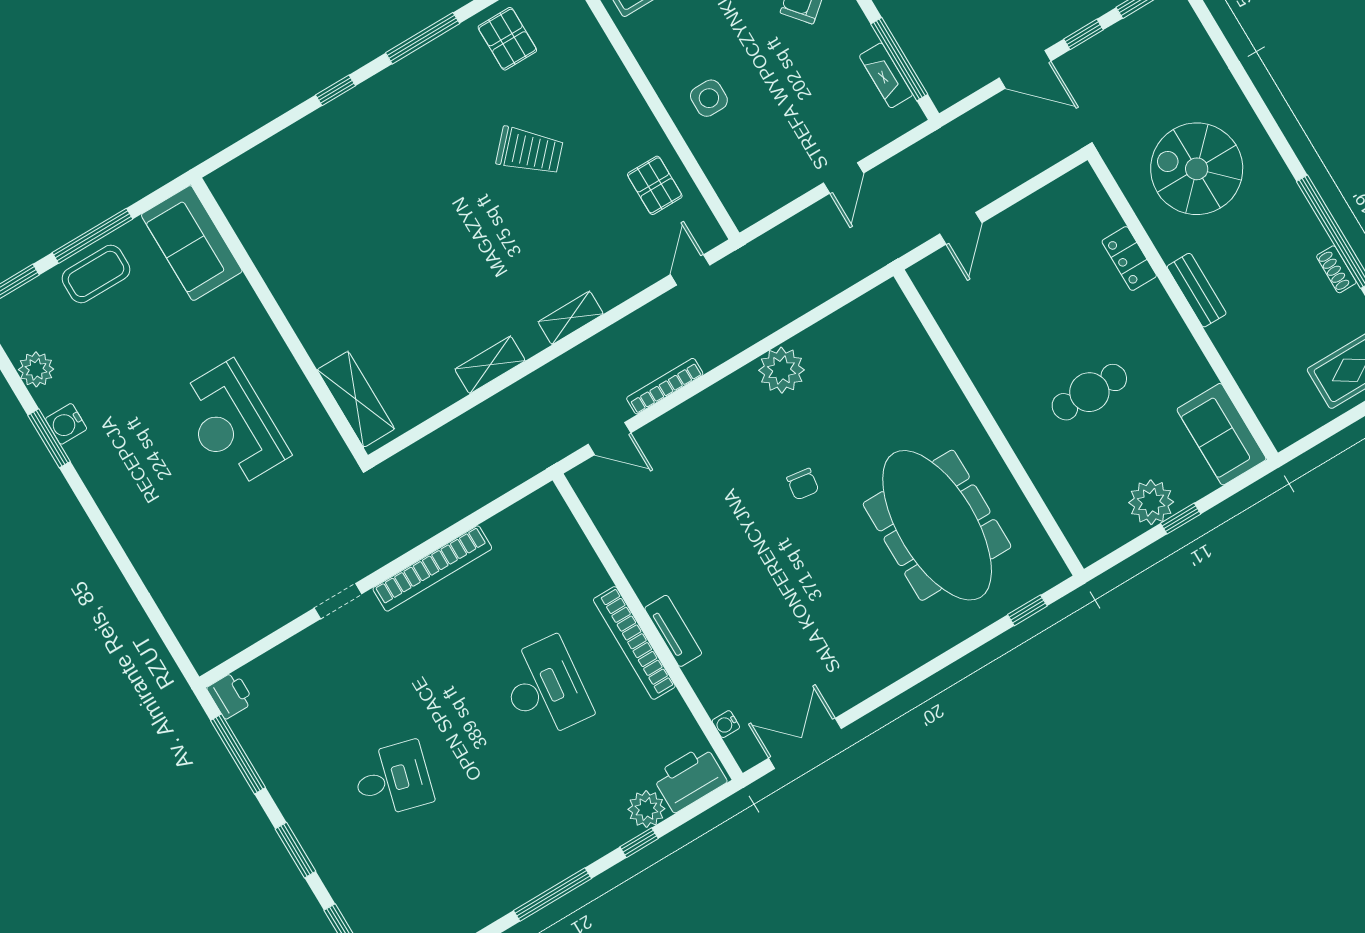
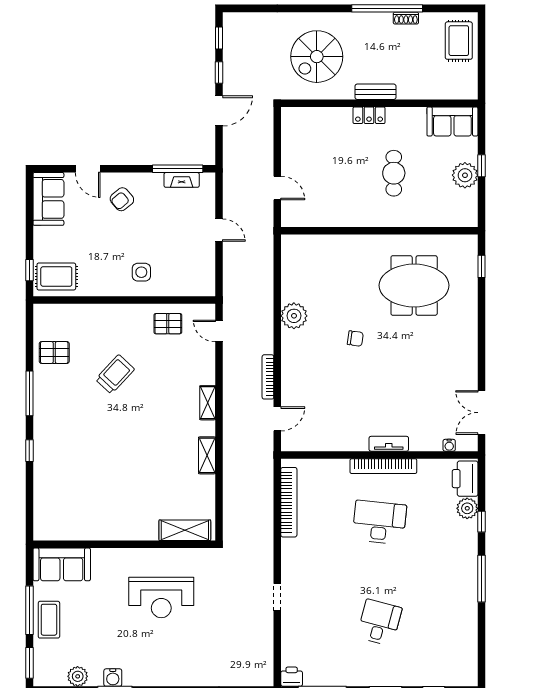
locker: (1129, 259) -> (369, 115), moved
meeting table: (937, 525) -> (414, 285), width x0.73
bookcase: (432, 568) -> (289, 502), moved

